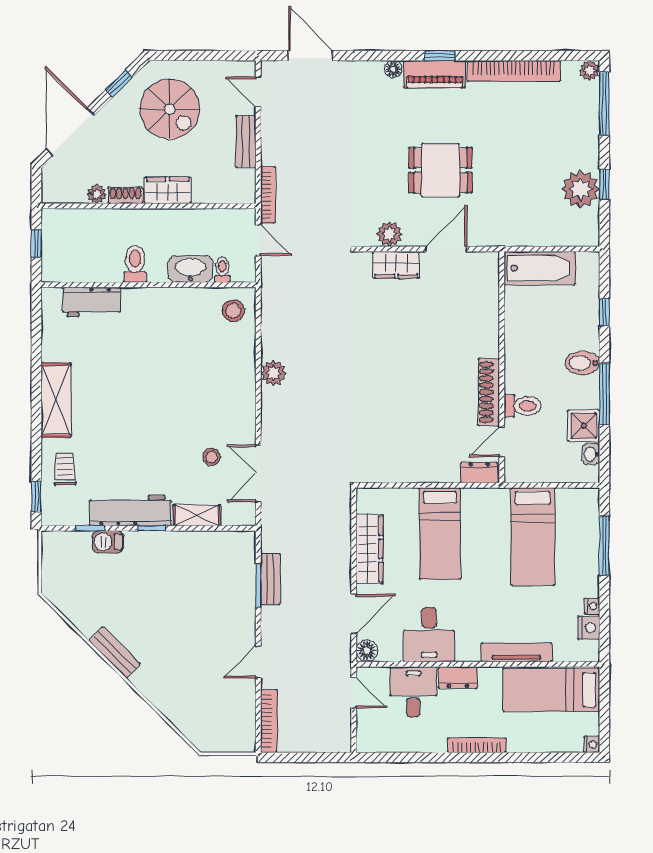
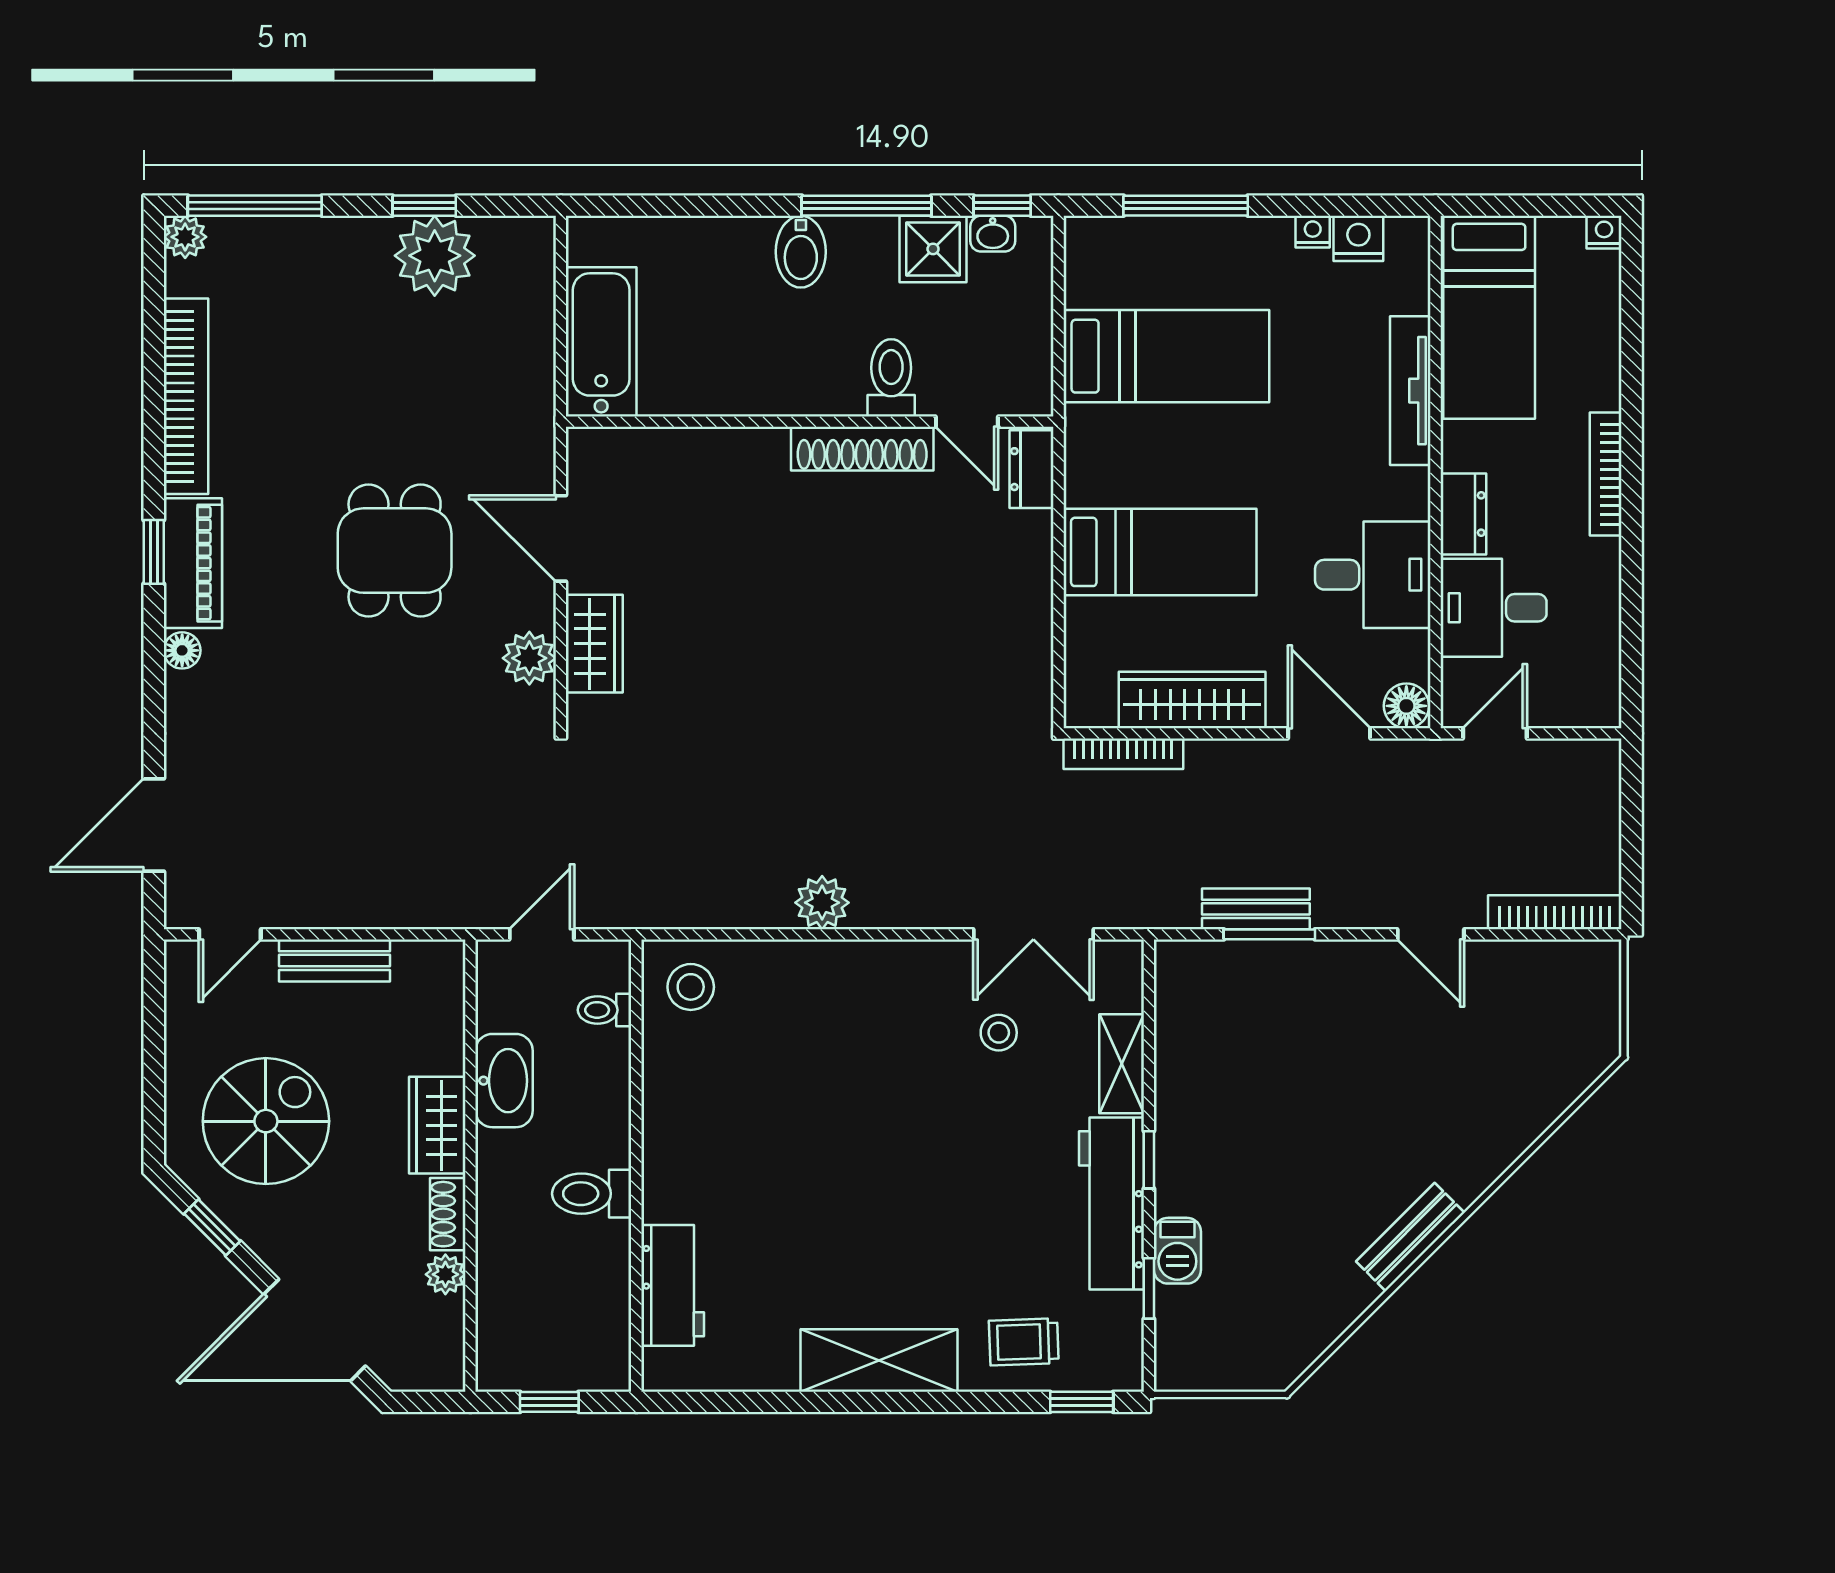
bookcase: (268, 195) -> (1123, 754), moved, turned 180
washbasin: (190, 269) -> (504, 1081), moved, turned 180
window: (604, 312) -> (1002, 206), moved

